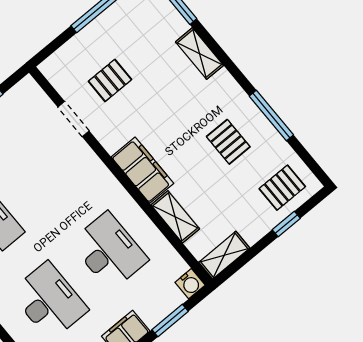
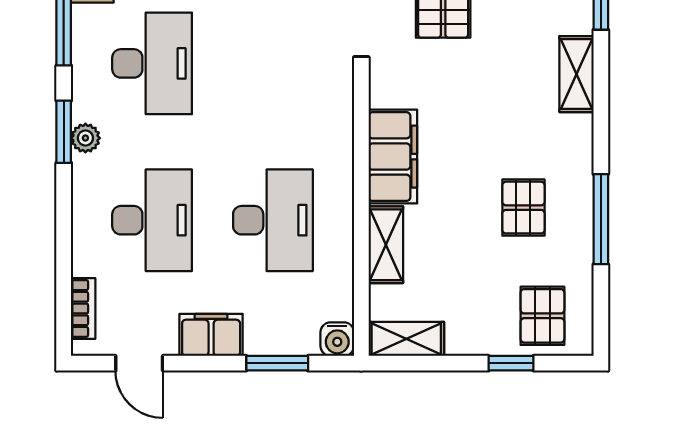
pallet: (282, 188) -> (542, 316), turned 90

